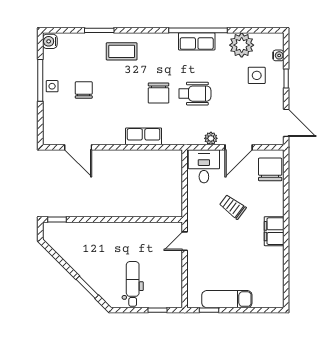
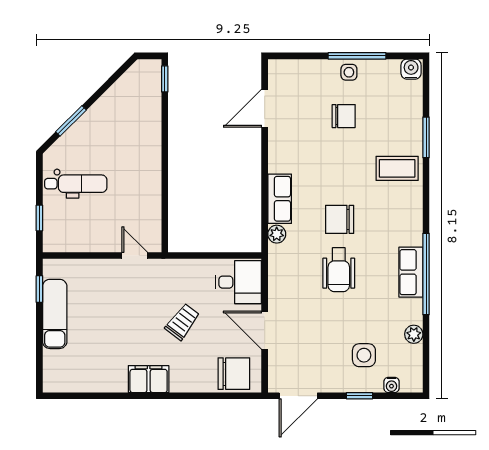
plant: (242, 45) -> (414, 334), width x0.53, depth x0.53
coffee table: (122, 51) -> (397, 168), turned 90
plant: (211, 138) -> (277, 234), moved

